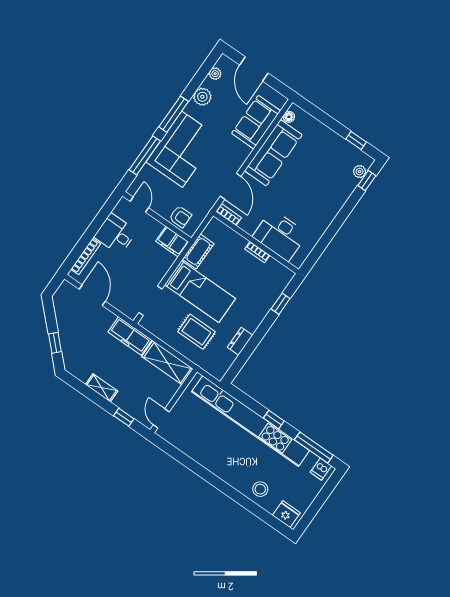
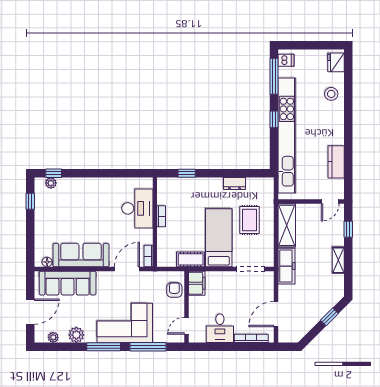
sofa: (256, 122) -> (68, 283), width x1.36
kitchen counter: (194, 450) -> (336, 162), added

